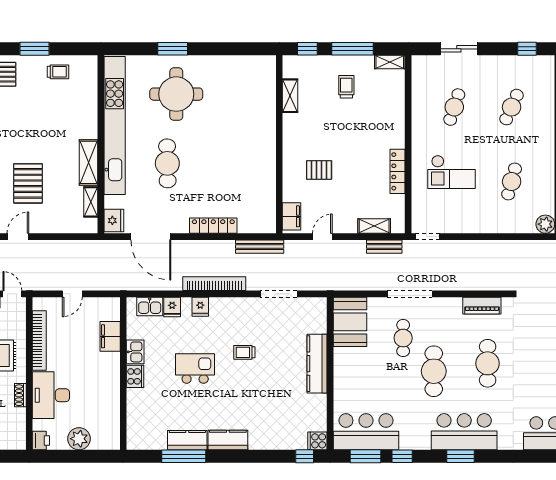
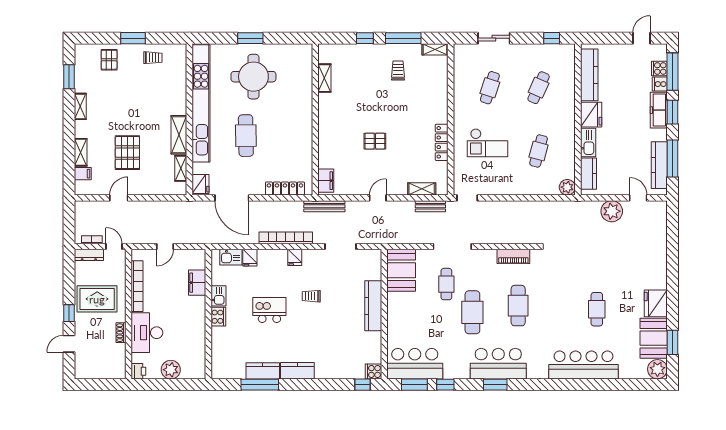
shelving: (290, 96) -> (324, 78), moved
wall: (279, 144) -> (315, 119), moved
filing cabinet: (292, 216) -> (326, 181), moved
fridge: (200, 307) -> (295, 257), moved

